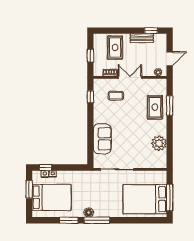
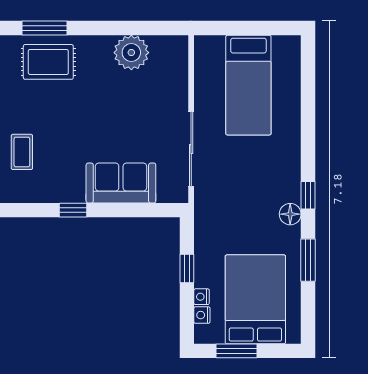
window: (90, 97) -> (73, 210), moved
window: (46, 168) -> (187, 269), moved
window: (170, 197) -> (256, 28), removed
bed: (145, 199) -> (248, 85), width x0.67
window: (97, 220) -> (308, 195), width x0.46

